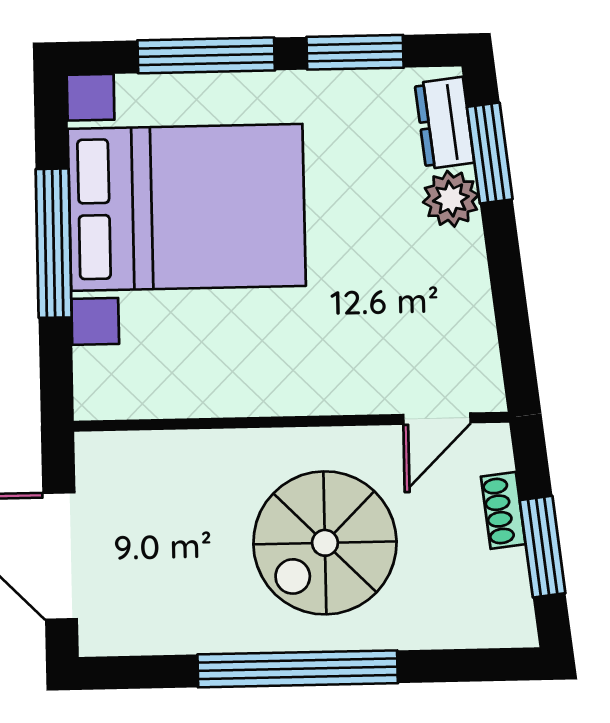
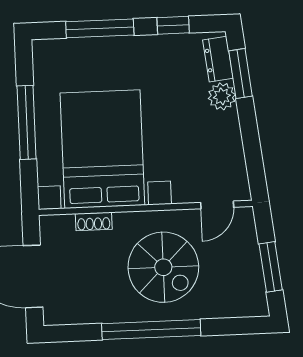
window: (355, 52) -> (173, 25), width x0.67
bed with nightstands: (187, 207) -> (102, 149), moved, turned -90
shoe rack: (503, 510) -> (94, 222), moved, turned -84
spiral stairs: (325, 543) -> (163, 267), turned -90

